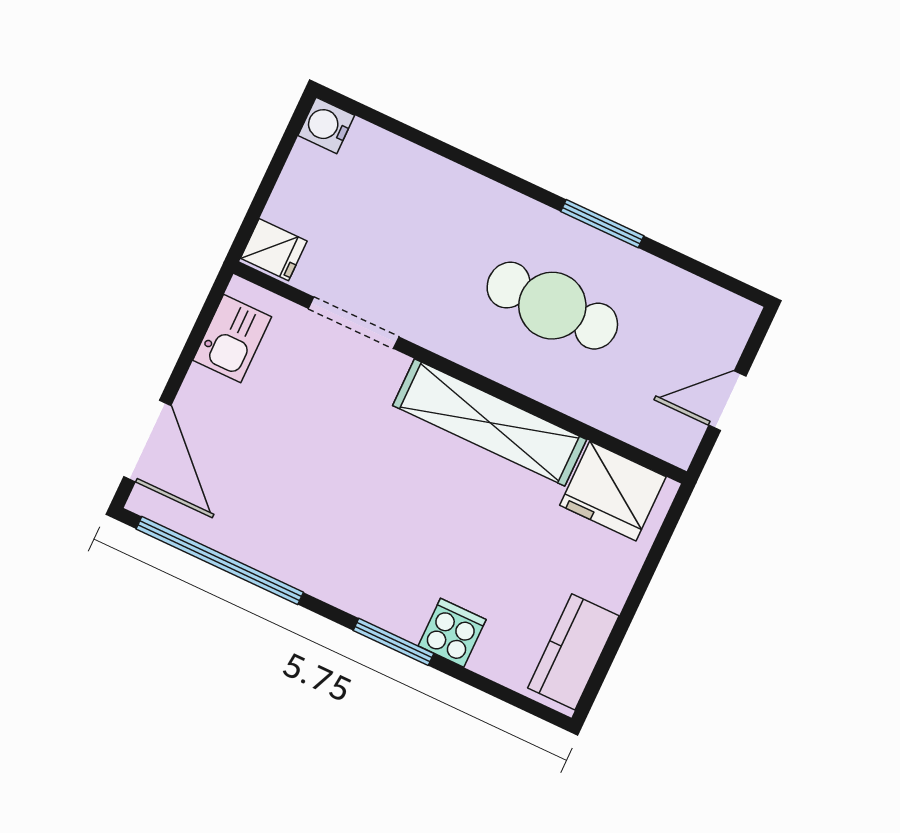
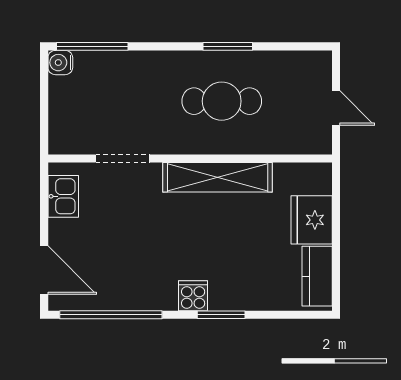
window: (389, 124) -> (92, 46), added
fridge: (274, 250) -> (63, 140), removed
door: (727, 401) -> (336, 108), swing flipped
fridge: (613, 491) -> (312, 220), moved, turned 90
cooker: (452, 633) -> (193, 296), moved

